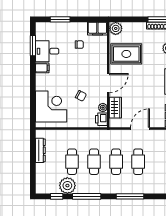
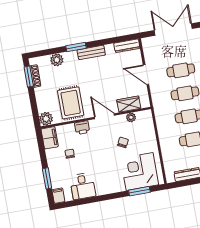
window: (33, 46) -> (139, 191), moved
filing cabinet: (42, 68) -> (58, 196), moved
printer: (101, 119) -> (82, 128), moved

